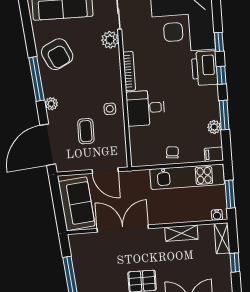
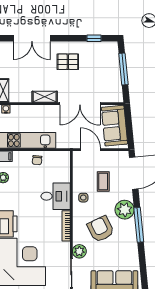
armchair: (57, 54) -> (101, 229), moved
plant: (51, 104) -> (125, 210), width x1.87, depth x1.87
shelving: (181, 233) -> (45, 97), moved

